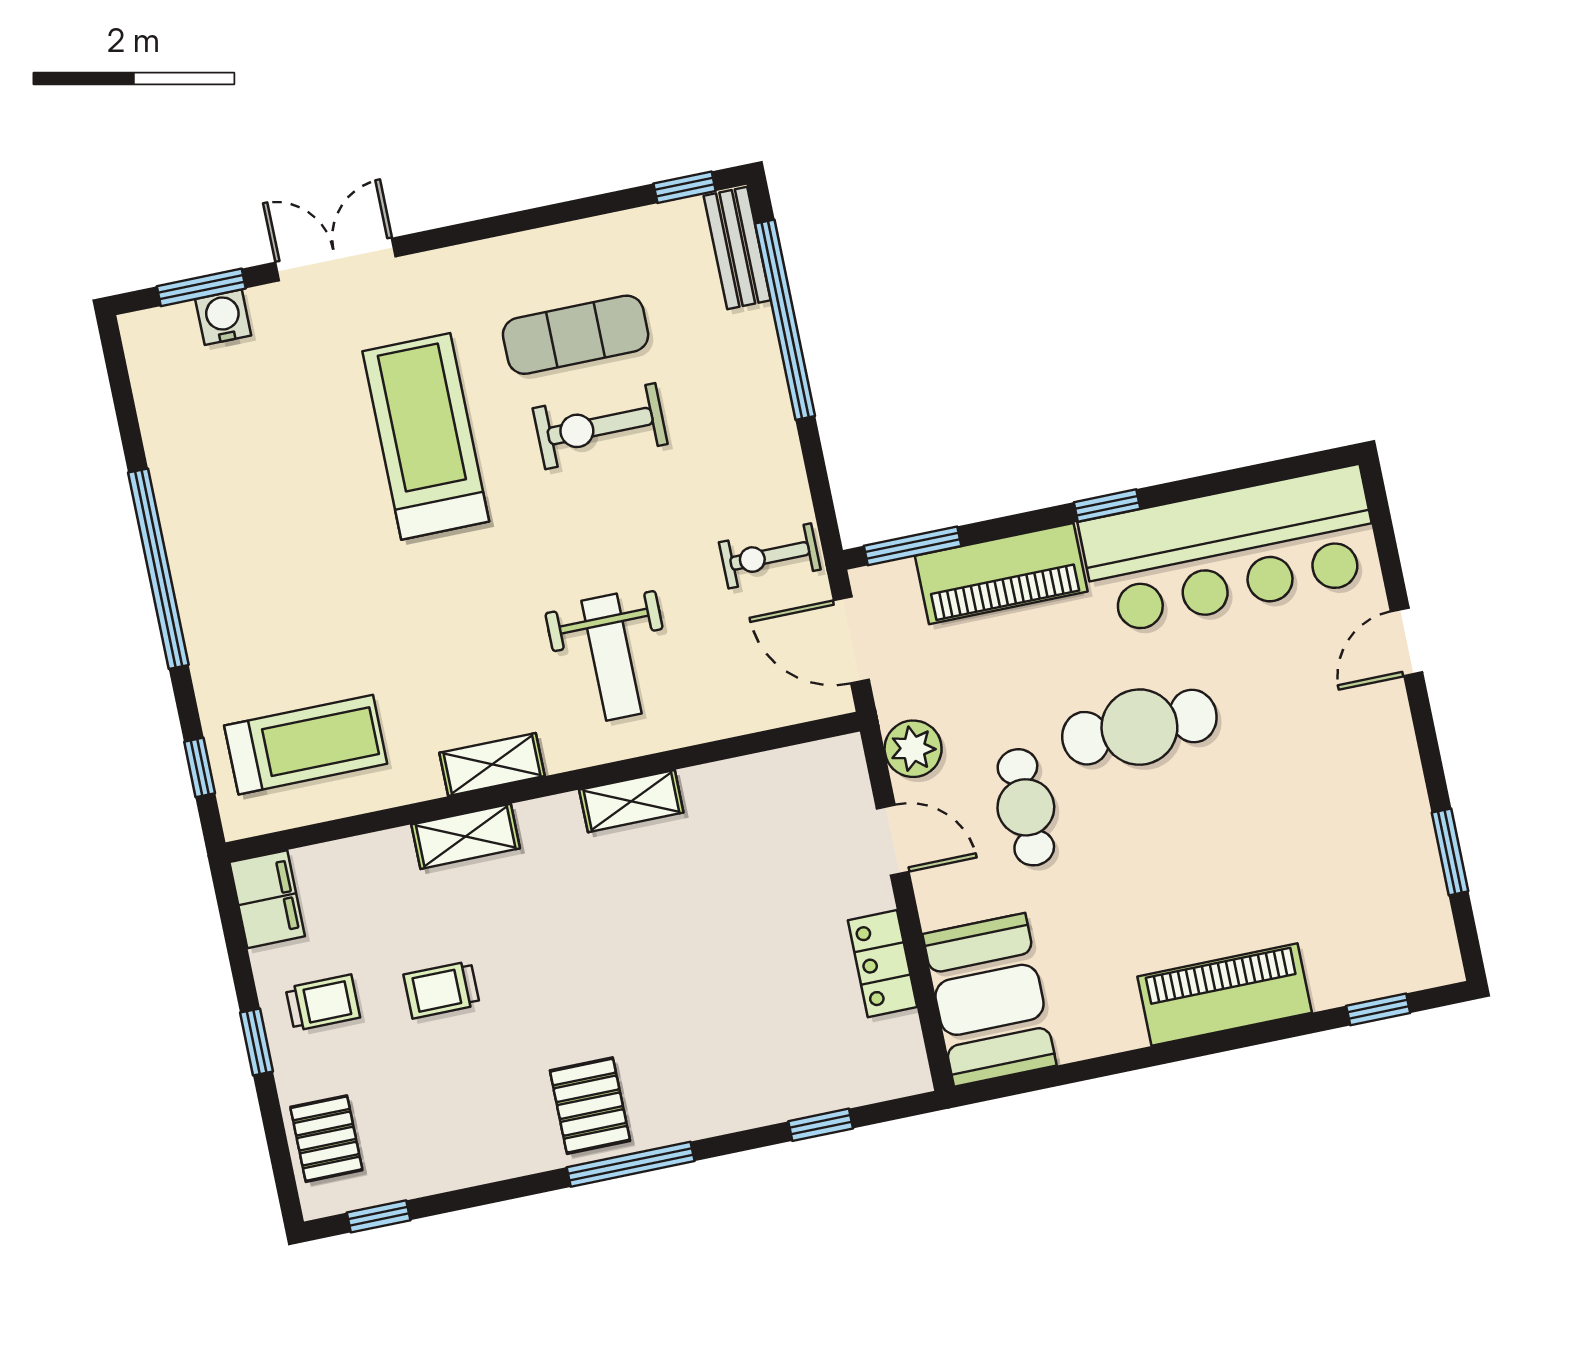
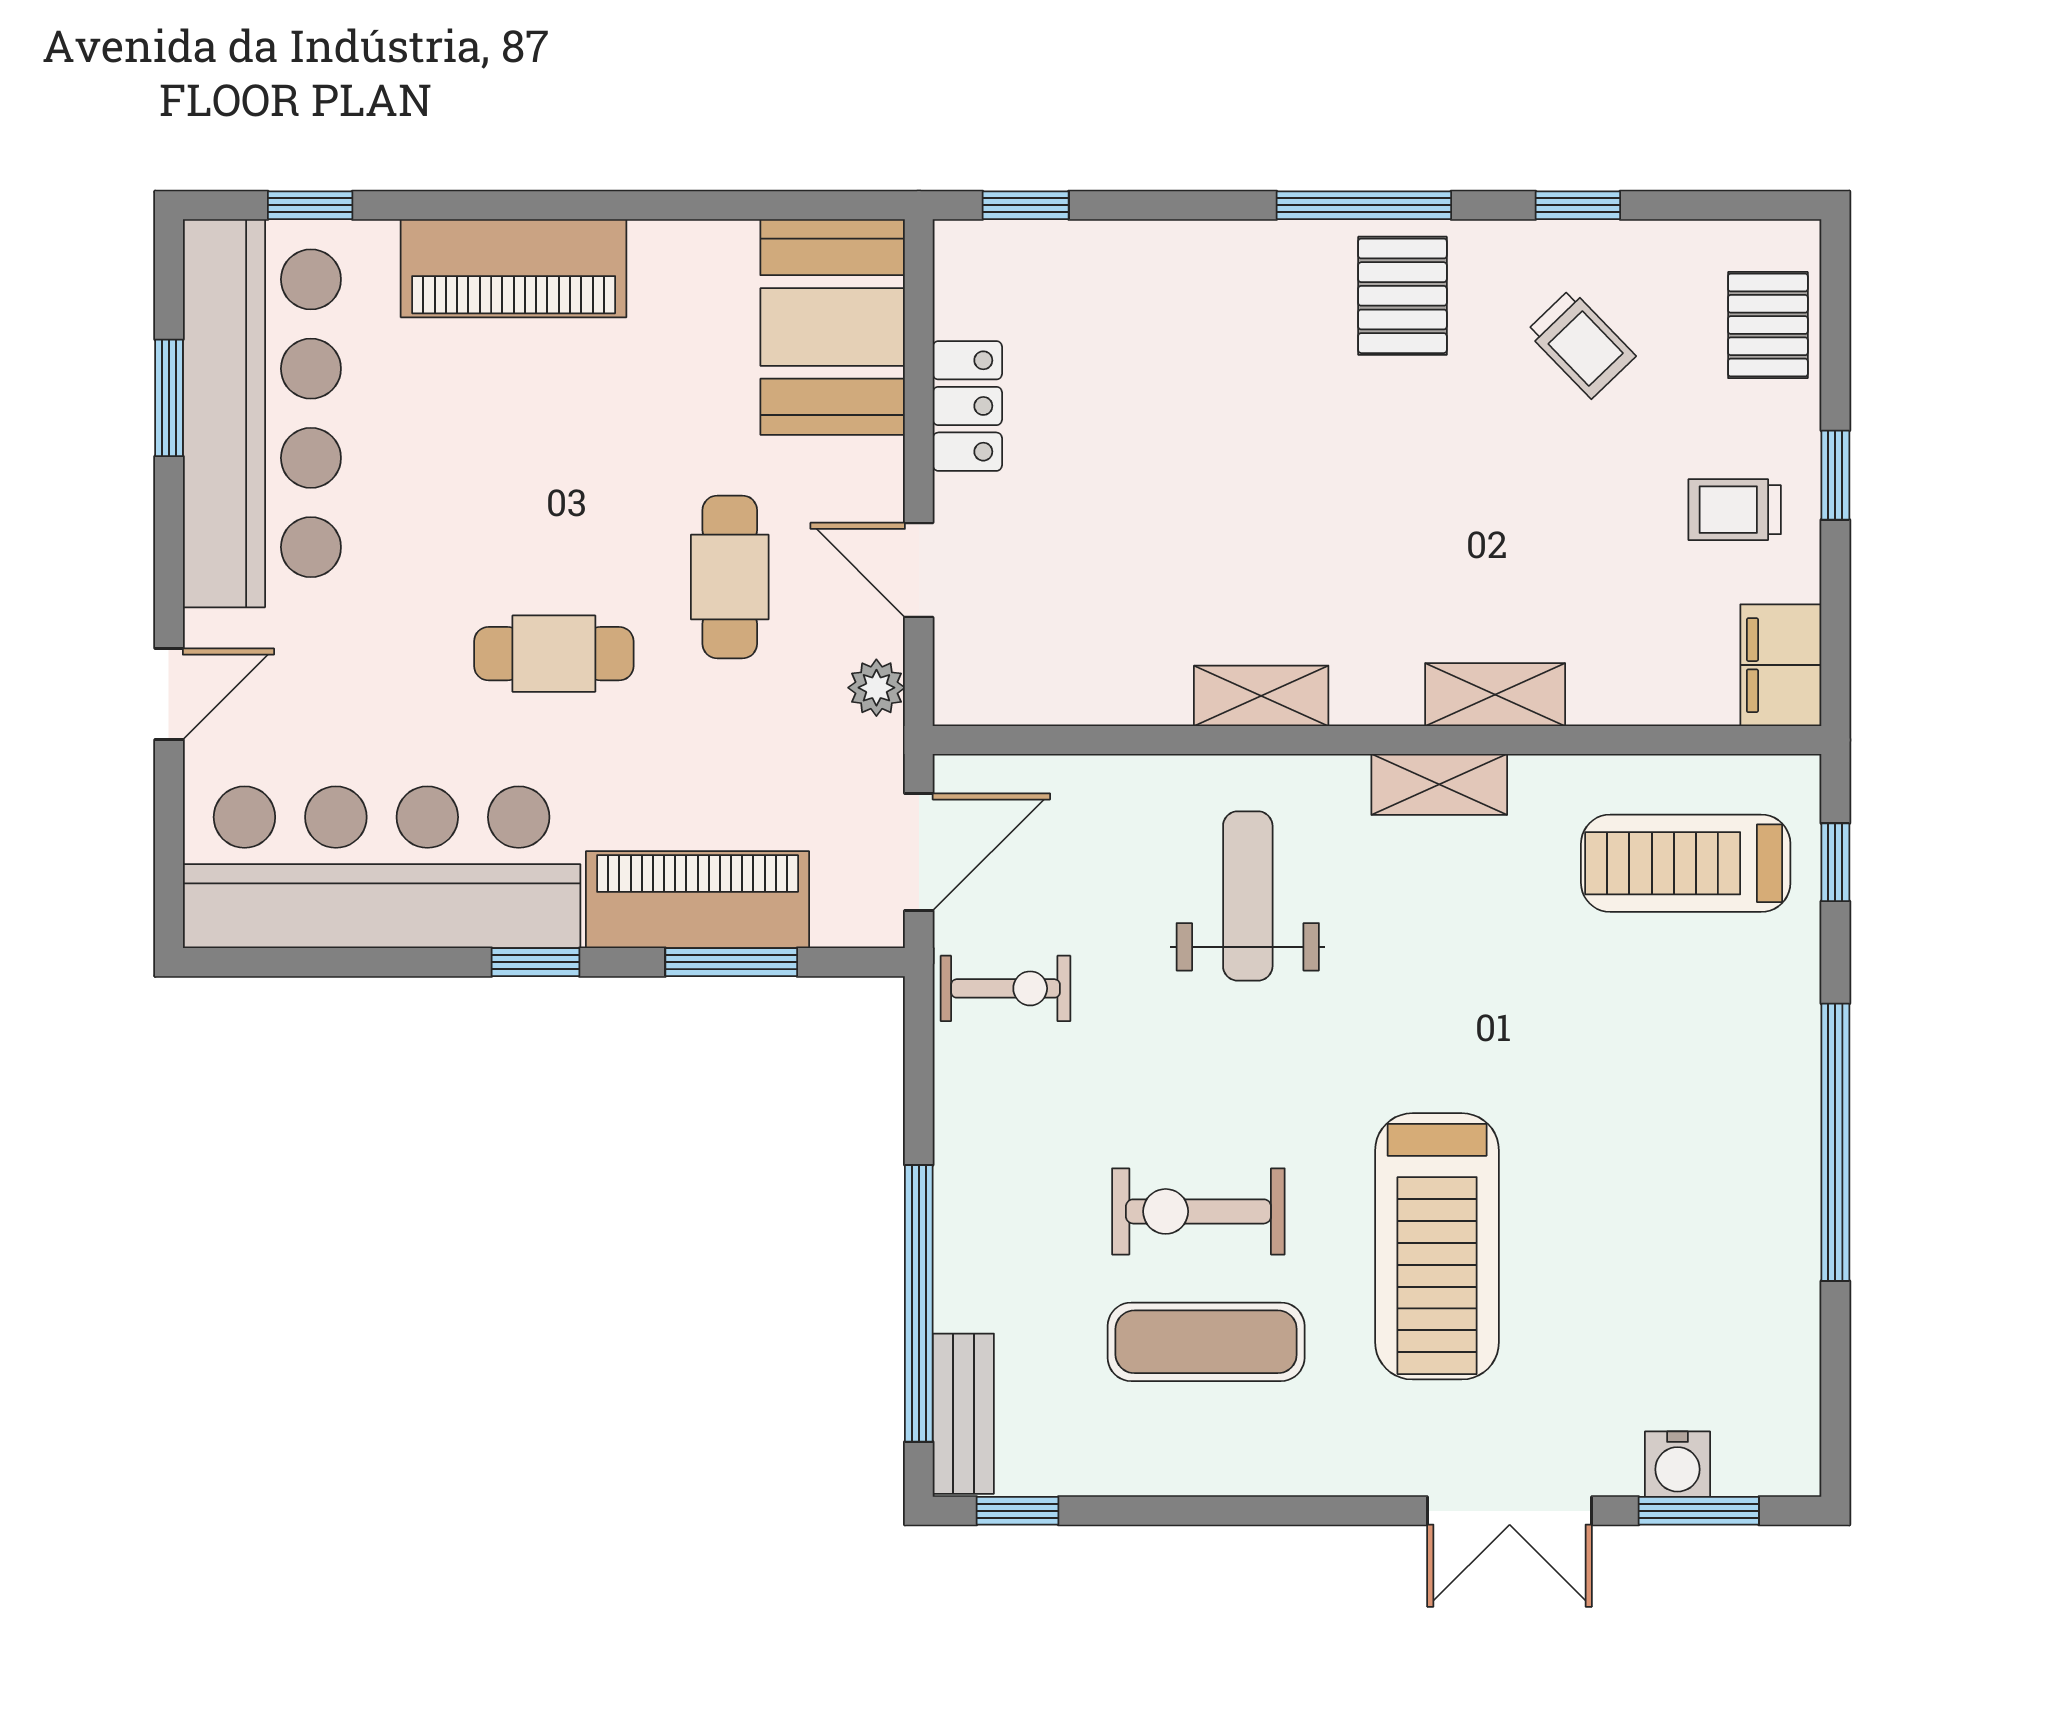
exercise bike: (600, 426) -> (1198, 1211), turned 180
window: (913, 546) -> (731, 962), moved
door: (851, 640) -> (919, 852), hinge flipped
cafe table: (1139, 727) -> (554, 654), width x0.73, depth x0.74
plant: (913, 749) -> (876, 688), width x0.73, depth x0.73
bar counter: (1382, 855) -> (262, 413), added
trolley: (442, 990) -> (1581, 344), moved, turned 46
window: (821, 1125) -> (1026, 205), moved
window: (379, 1216) -> (1578, 205), moved

